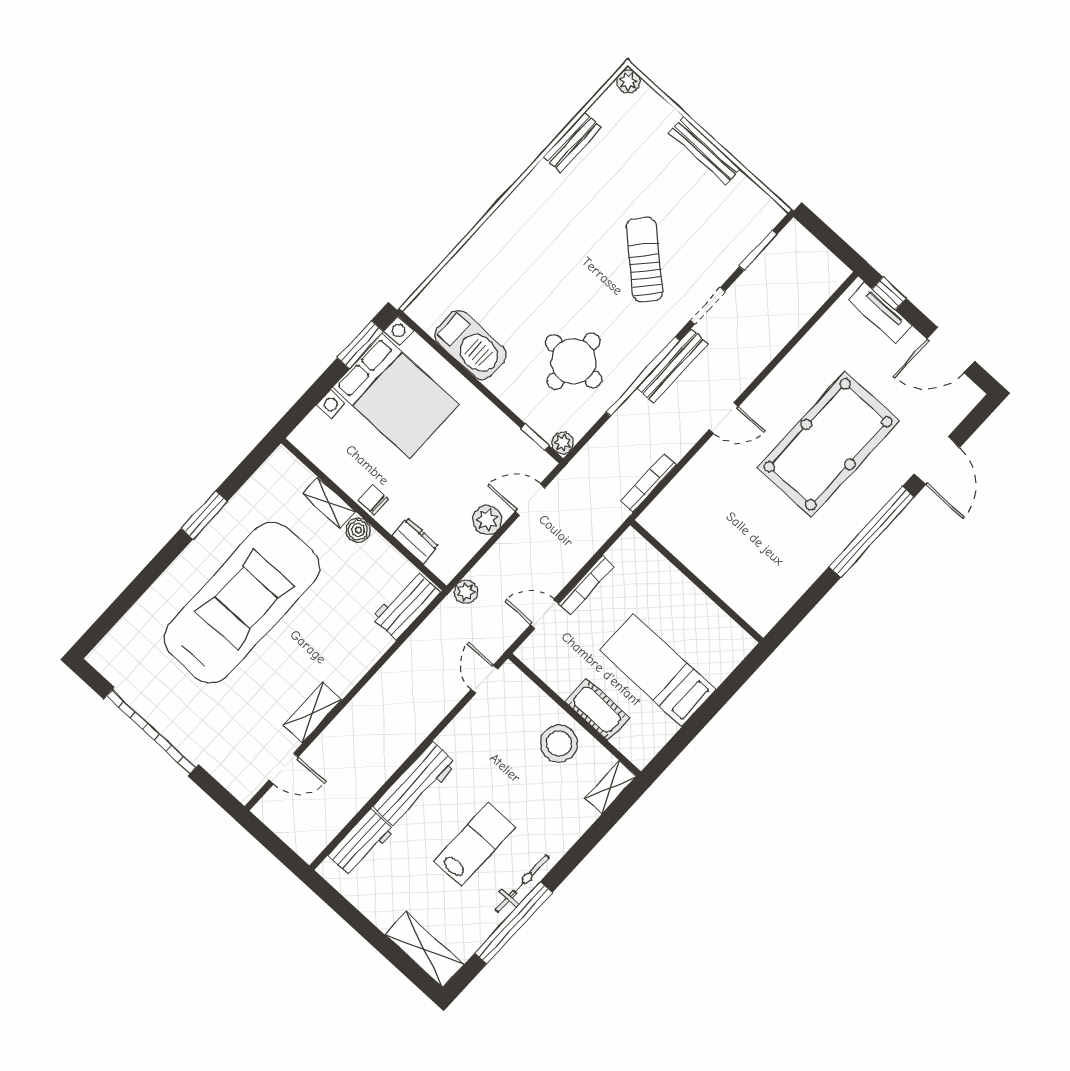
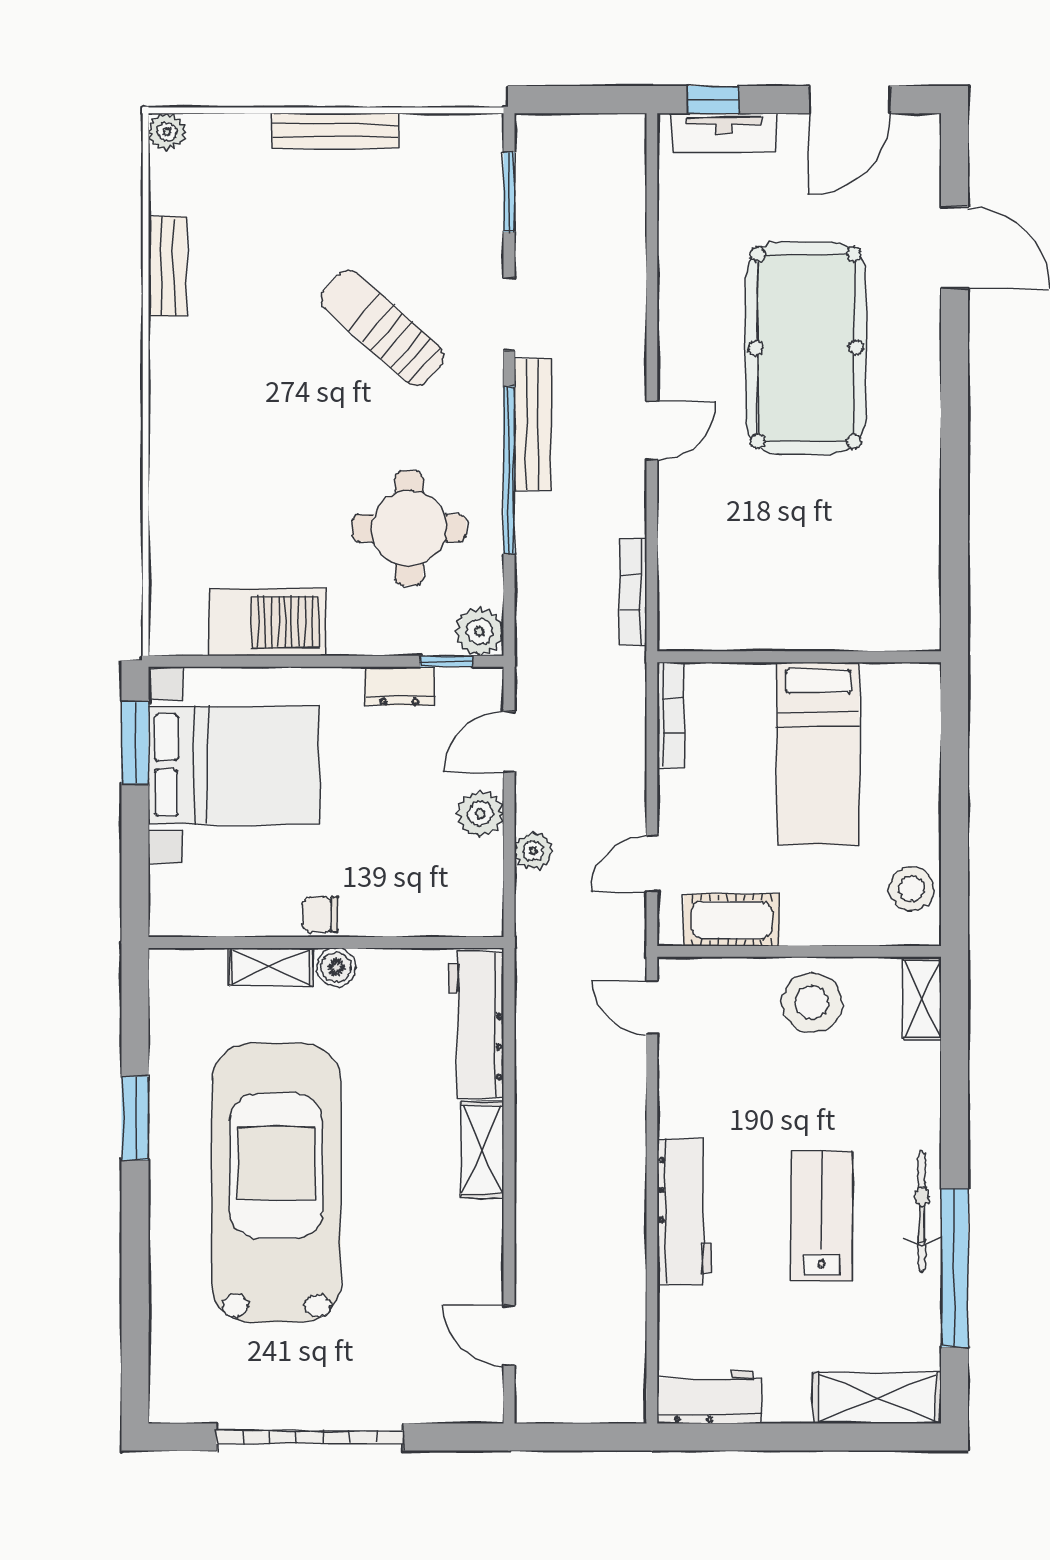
plant: (563, 443) -> (479, 632), width x1.38, depth x1.38
window: (872, 532) -> (955, 405), removed
dresser: (415, 541) -> (399, 686), moved, turned 180
bookcase: (586, 585) -> (671, 715), moved
plant: (466, 592) -> (533, 851), moved
workbench: (406, 605) -> (476, 1025), width x1.38
bed: (658, 670) -> (818, 754), moved, turned -90
cot: (597, 710) -> (732, 920), moved
shelving: (313, 712) -> (482, 1149), moved
stool: (651, 733) -> (912, 889), added
door: (284, 768) -> (509, 1335), swing flipped
workbench: (361, 843) -> (709, 1397), moved, turned -90

